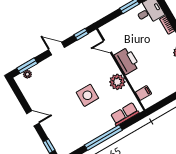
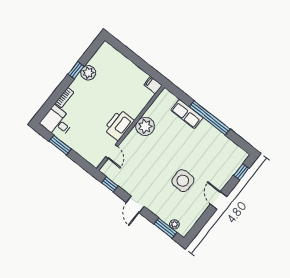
filing cabinet: (143, 93) -> (153, 85), moved
side table: (87, 95) -> (183, 181), moved
row of seats: (125, 114) -> (187, 114), moved

